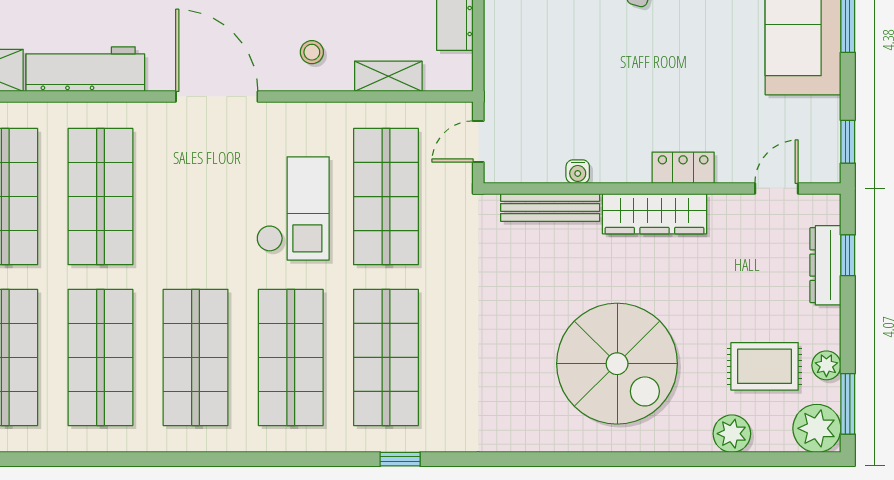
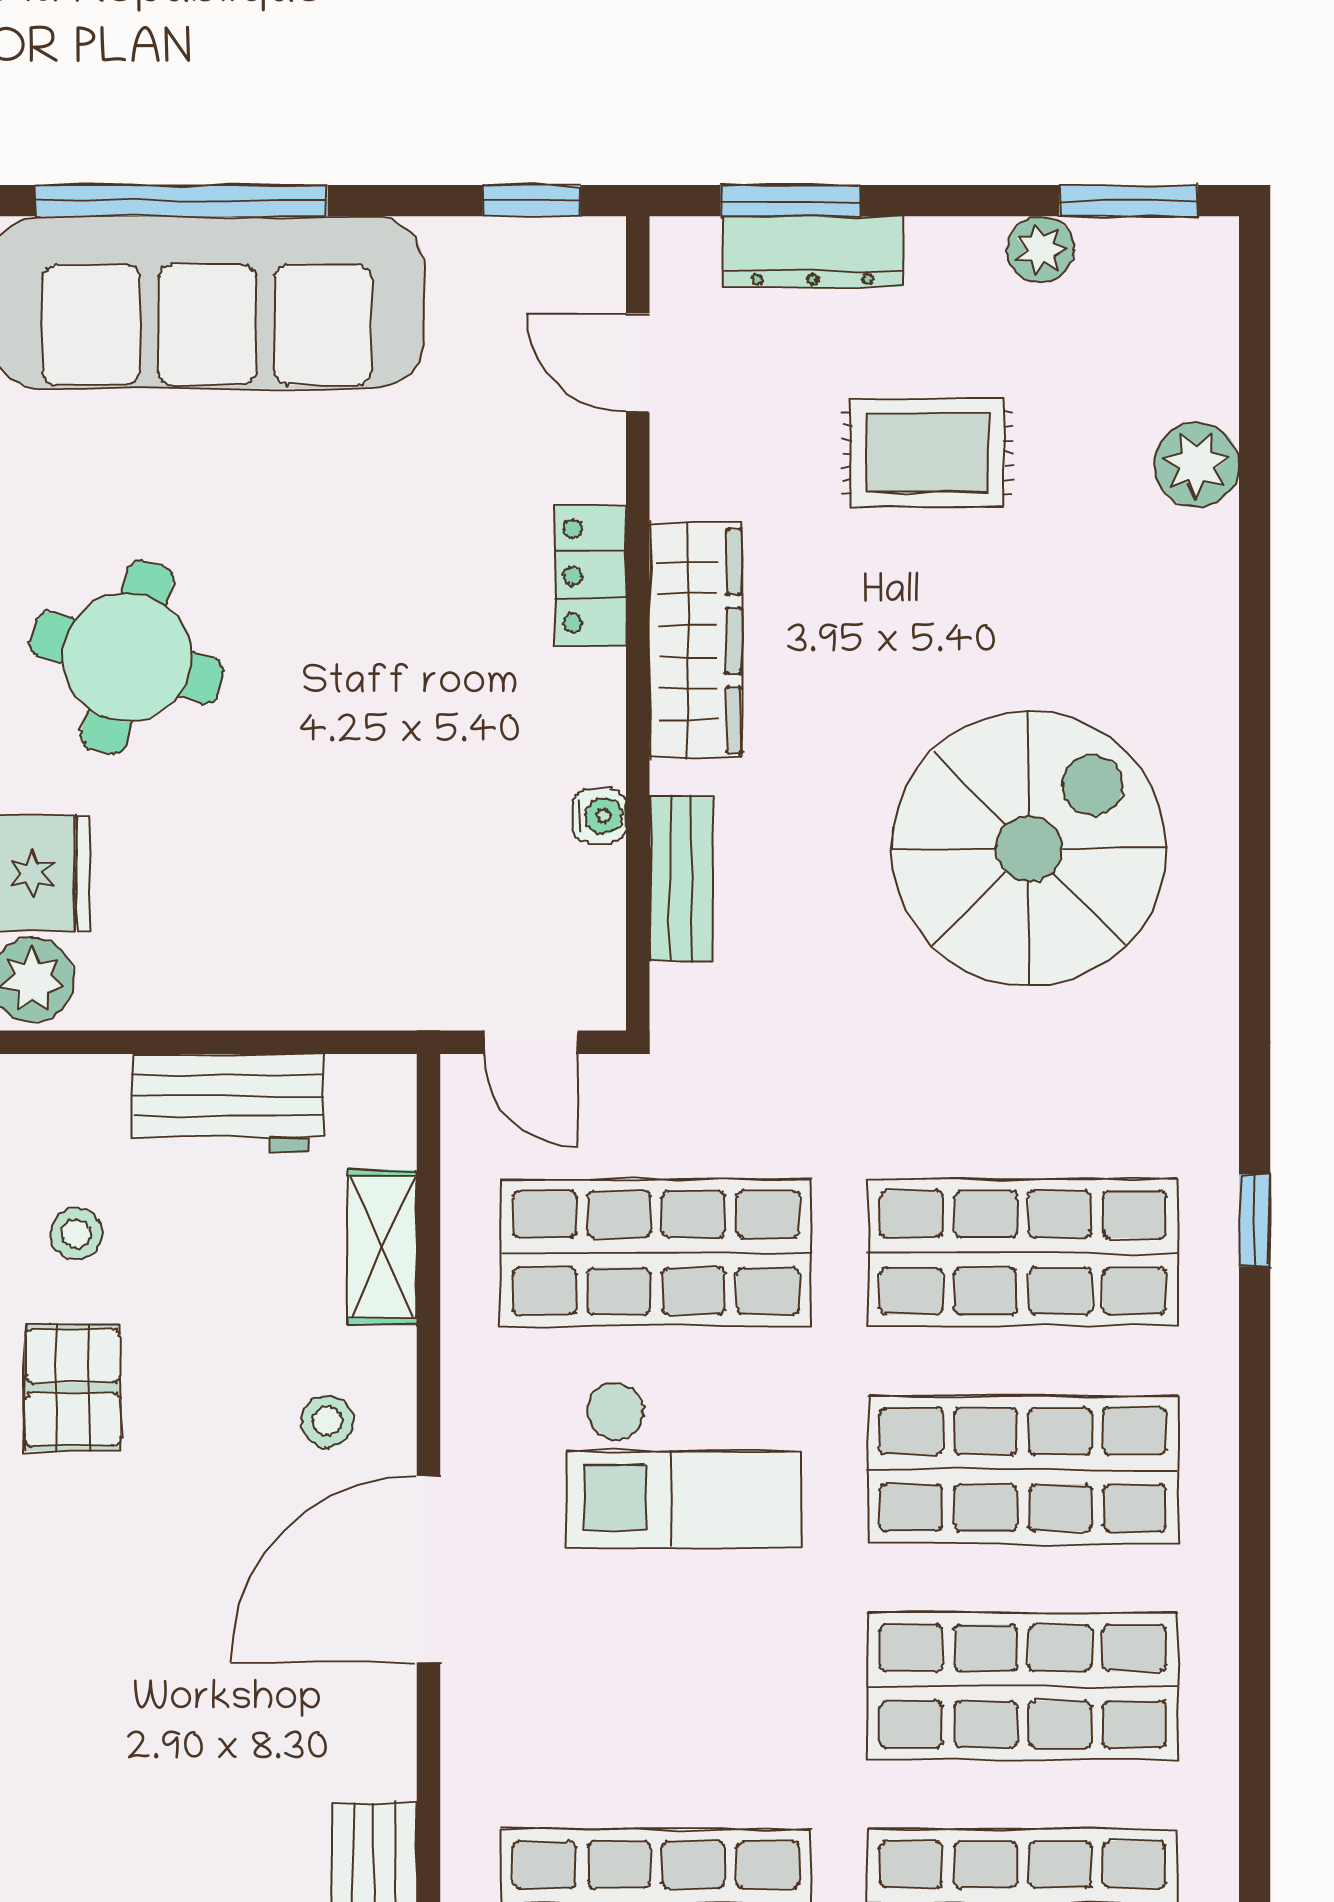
door: (217, 97) -> (428, 1569), moved
bench: (550, 207) -> (681, 879), width x0.73
checkout: (293, 208) -> (683, 1465), turned 180
window: (848, 255) -> (790, 201), width x1.50
spiral stairs: (617, 364) -> (1029, 849), moved
rug: (765, 366) -> (927, 453), moved, turned 90
plant: (817, 428) -> (1184, 271), removed

